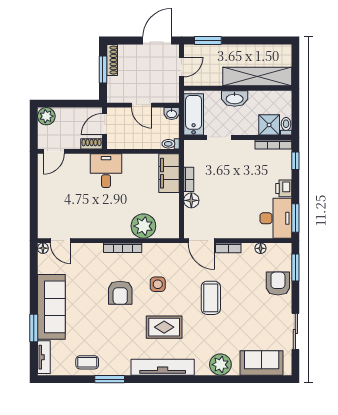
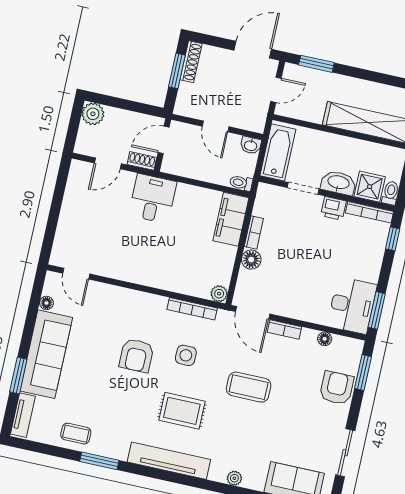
washbasin: (235, 98) -> (338, 183), moved, turned 180
door: (54, 151) -> (108, 163), moved
printer: (284, 188) -> (333, 208), moved, turned -90
plant: (143, 226) -> (219, 294), moved, width x0.53, depth x0.53
floor lamp: (43, 248) -> (46, 303), moved
bookcase: (123, 248) -> (192, 309), moved
coffee table: (211, 298) -> (249, 387), turned 90
plant: (220, 365) -> (234, 478), width x0.53, depth x0.53

